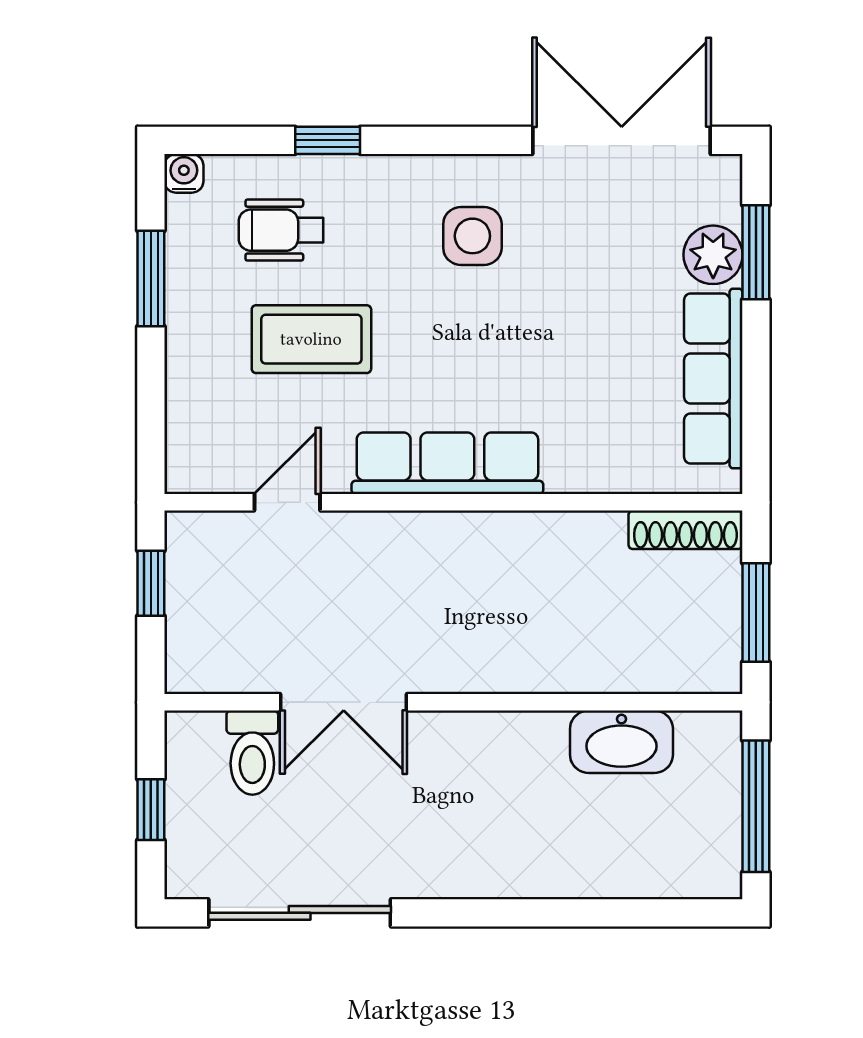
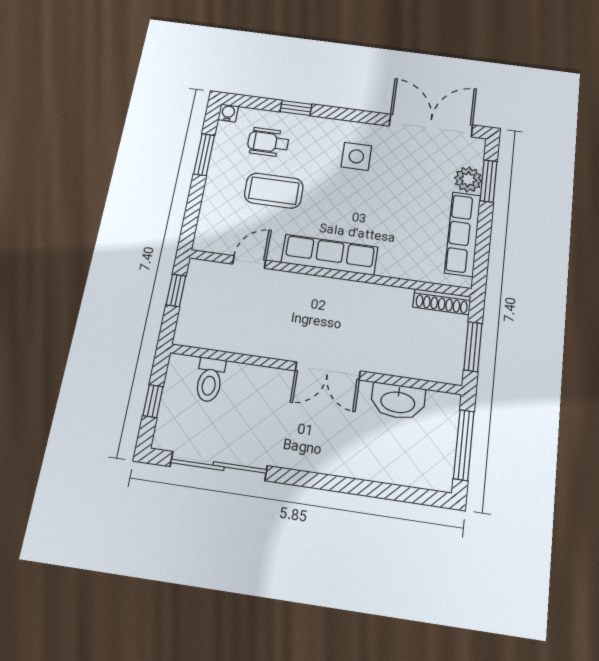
double door: (344, 702) -> (328, 371), moved

